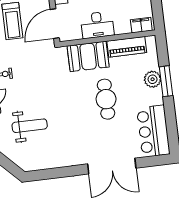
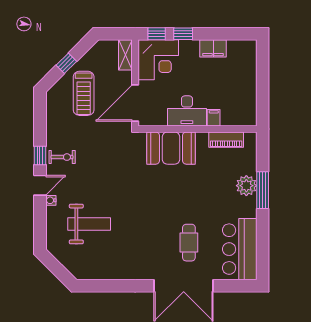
filing cabinet: (141, 25) -> (214, 118), moved, width x0.50
piano: (127, 47) -> (226, 140), width x0.73, depth x0.75
cafe table: (106, 99) -> (189, 243), moved, width x0.73, depth x0.74

